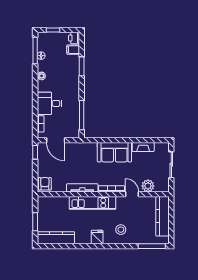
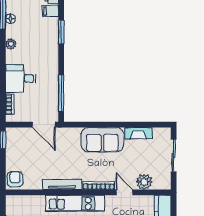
door: (56, 140) -> (44, 125), moved

